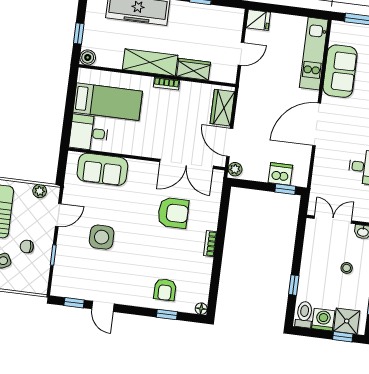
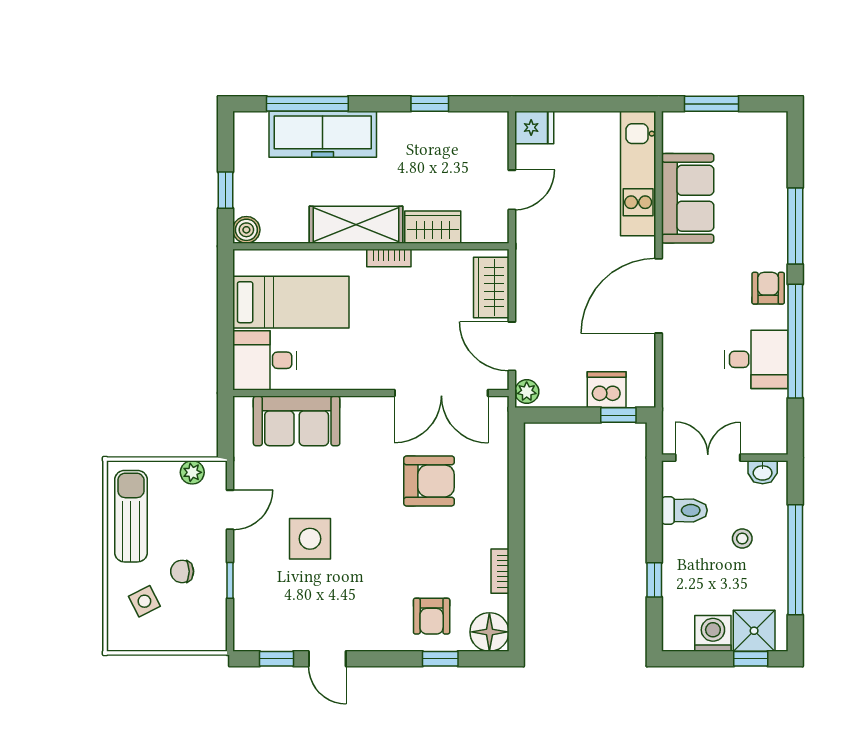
bookcase: (210, 244) -> (500, 571), moved
floor lamp: (201, 309) -> (489, 632), width x1.89, depth x1.89
toilet: (304, 315) -> (684, 510), moved, turned 90

